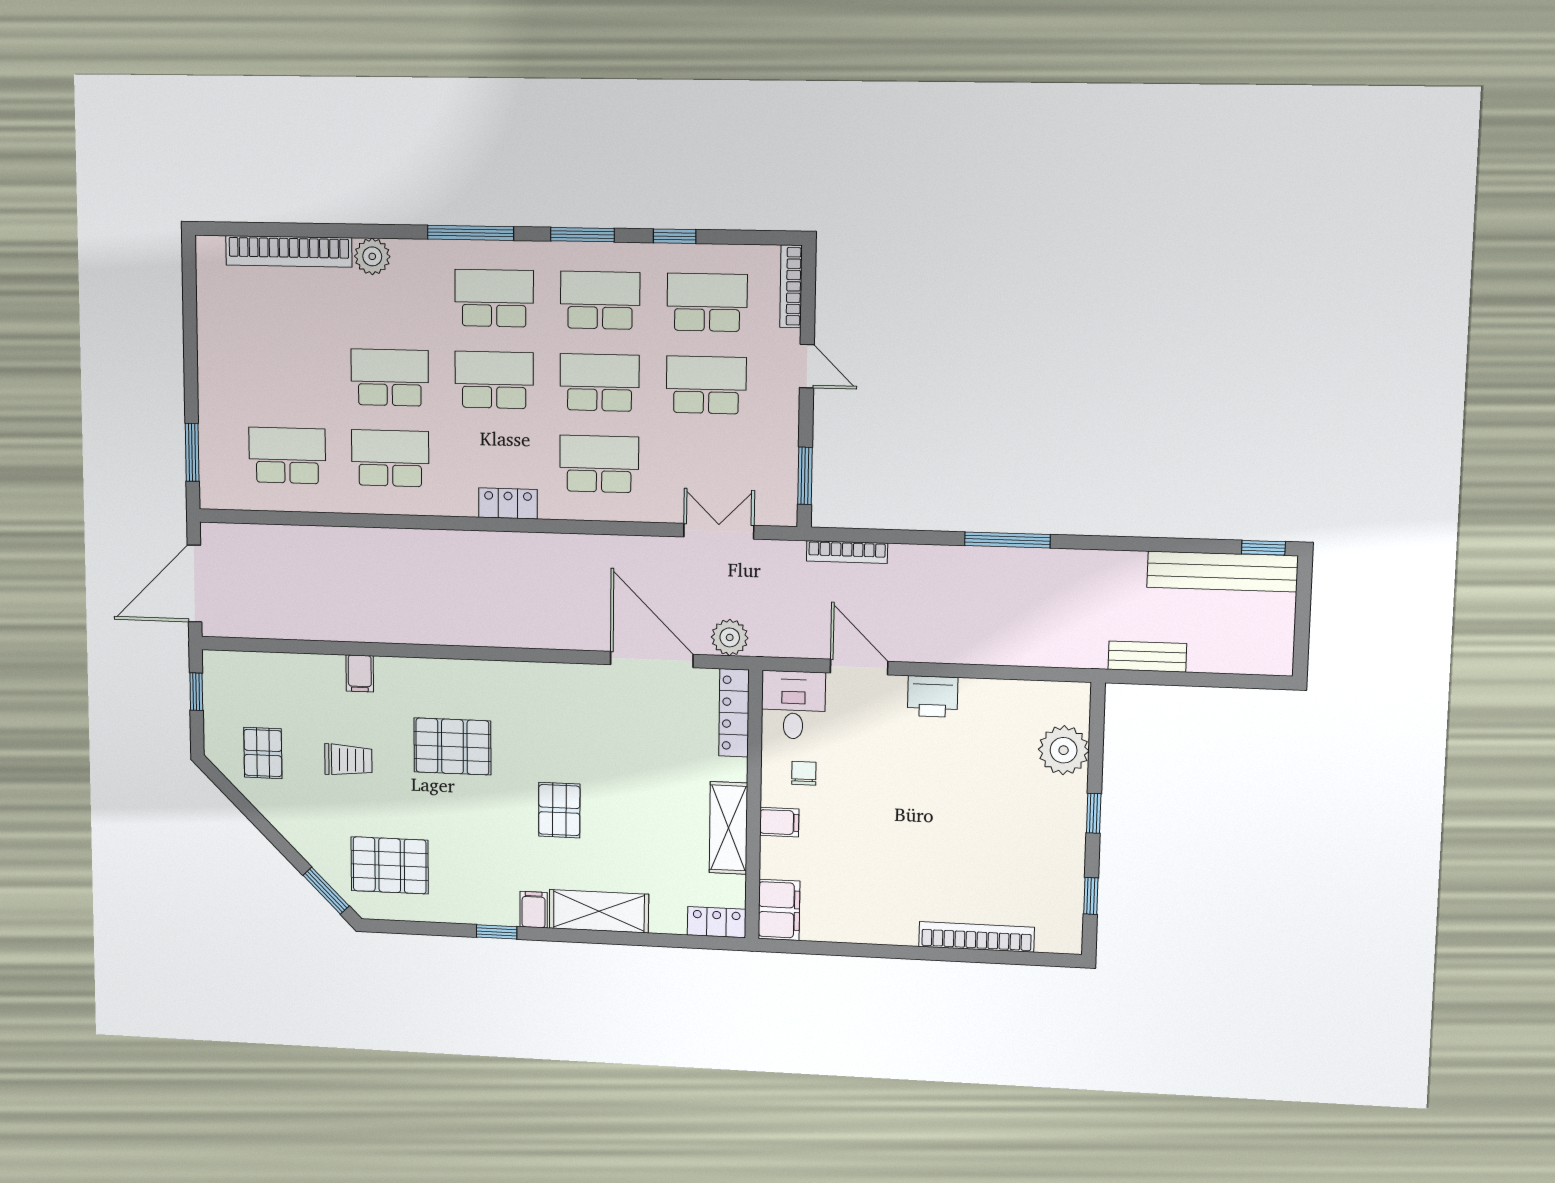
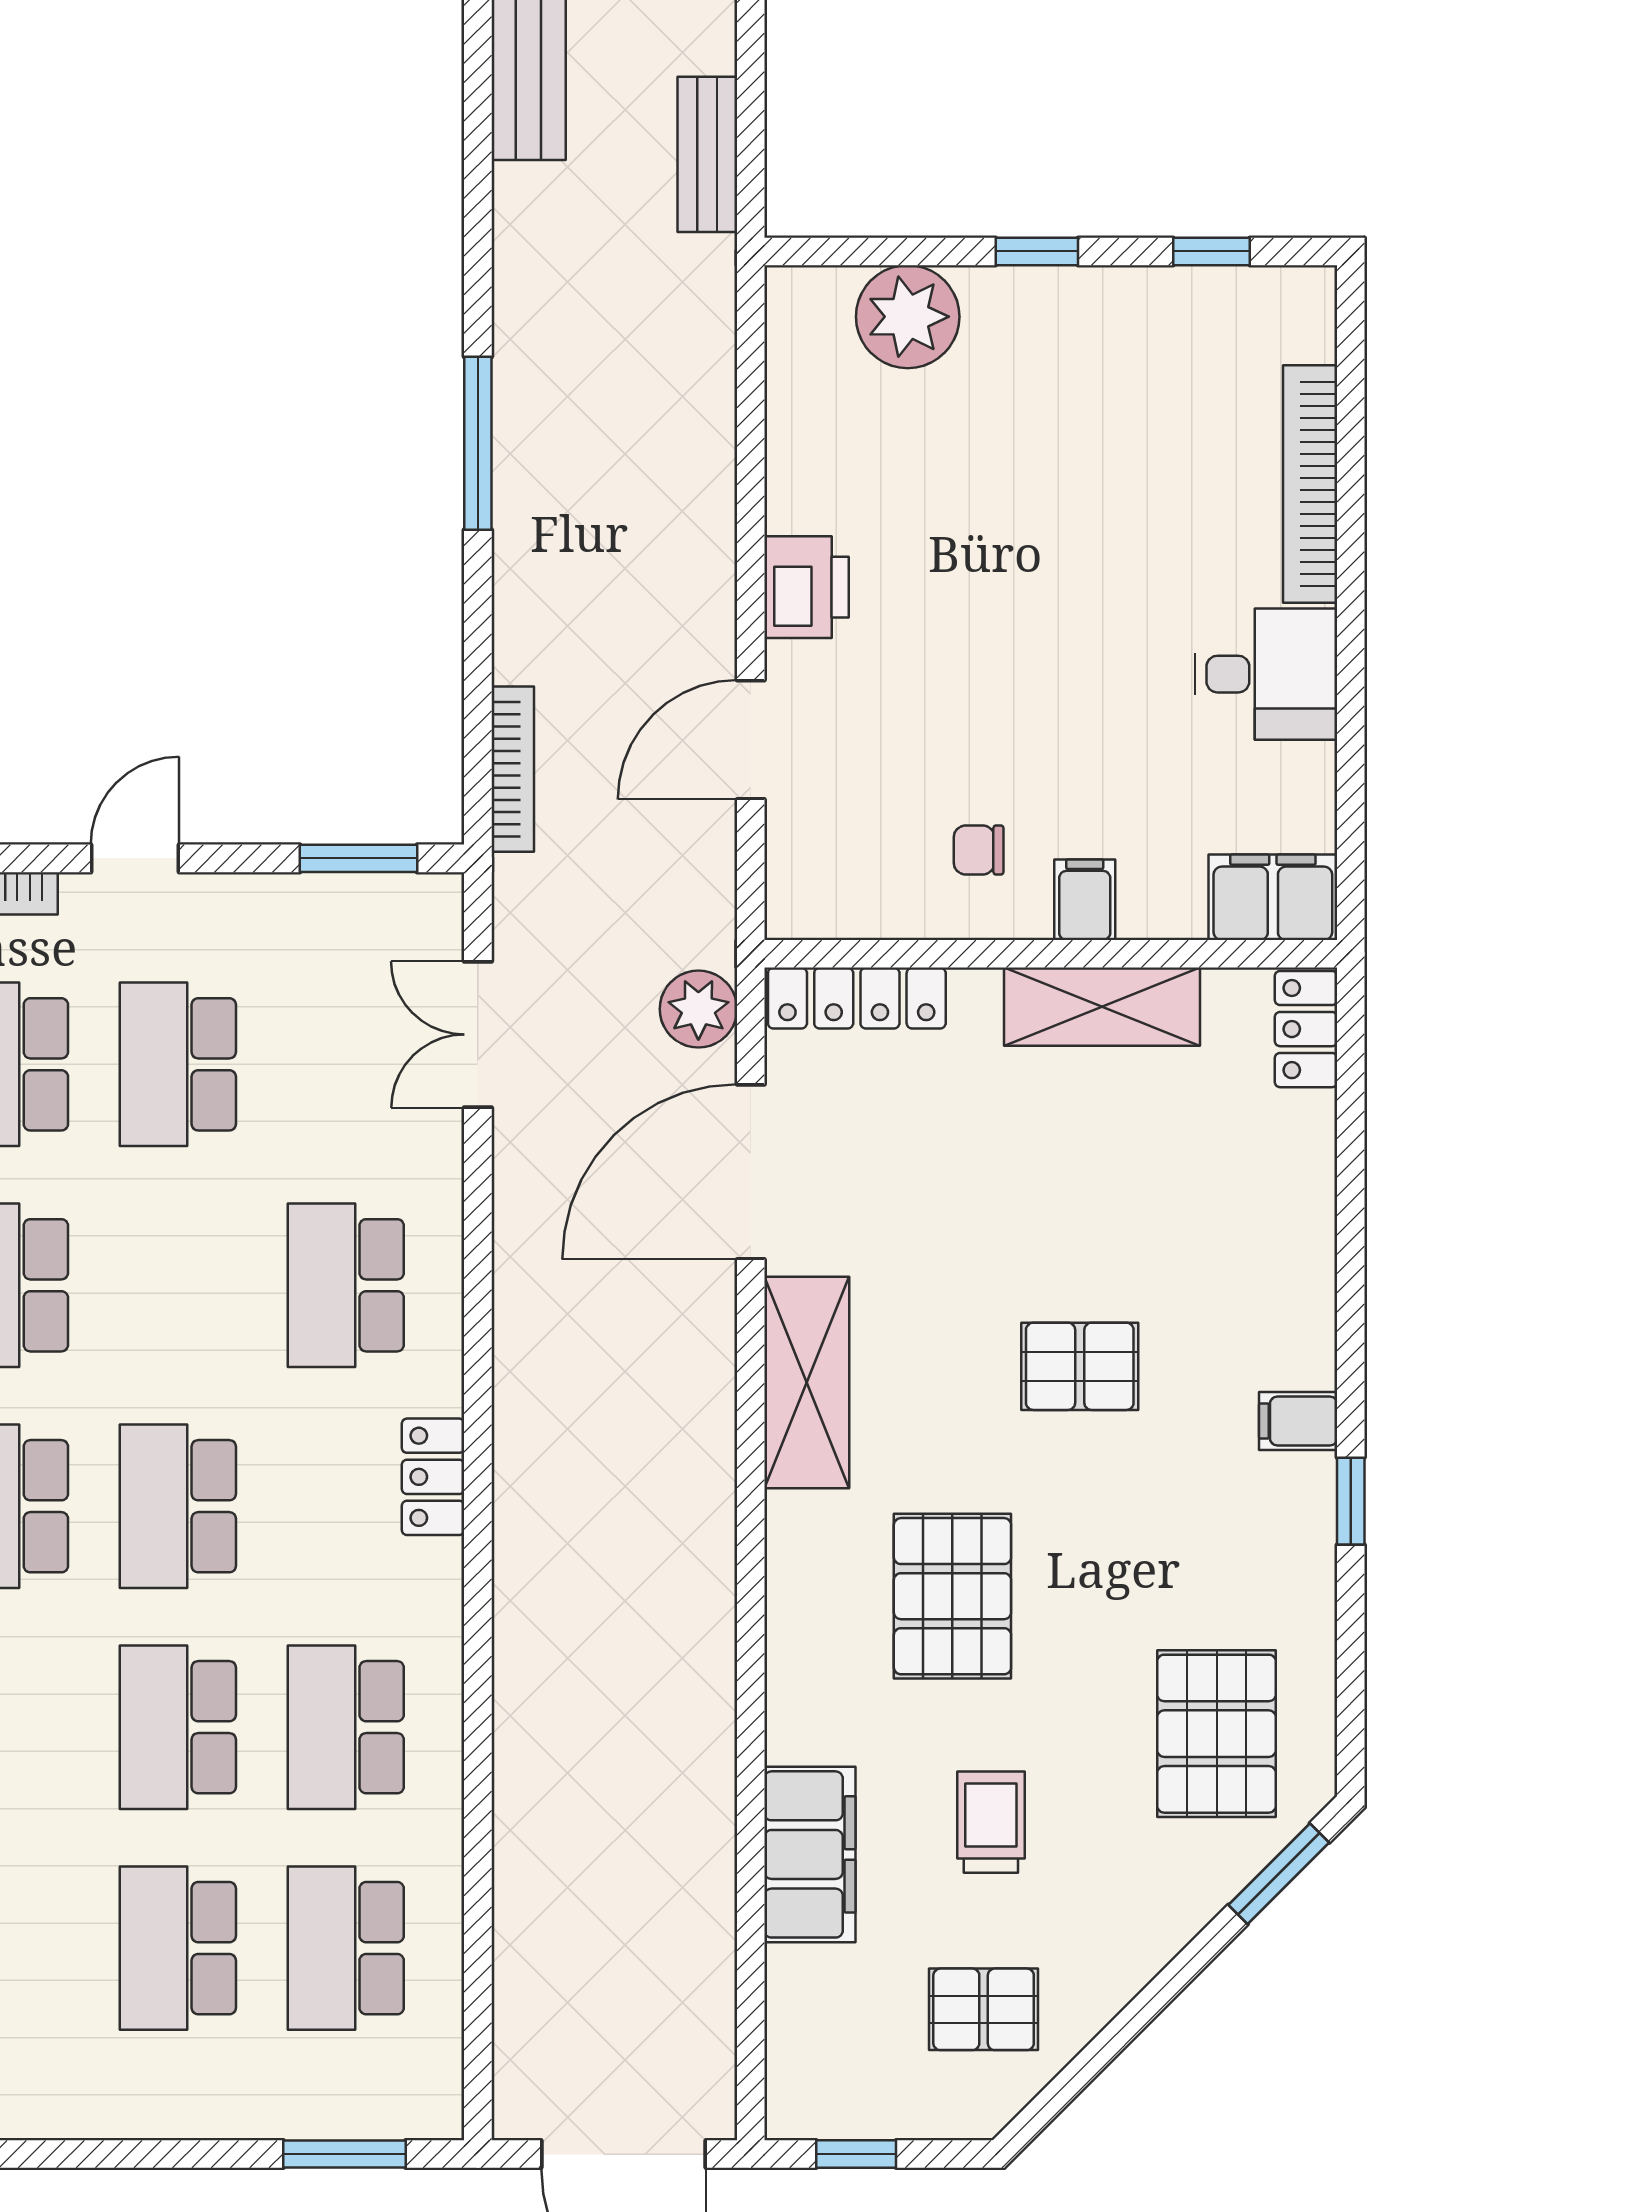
school desk: (600, 382) -> (178, 1948), moved
filing cabinet: (360, 673) -> (810, 1854), width x3.00, depth x1.17
desk: (793, 705) -> (1266, 674), moved, turned 180
shelving: (599, 911) -> (807, 1383), moved

